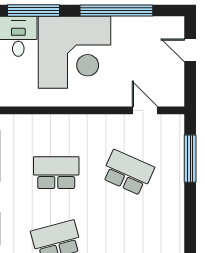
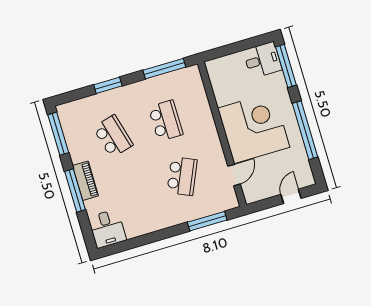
corner desk: (75, 52) -> (254, 128), moved, turned 180

